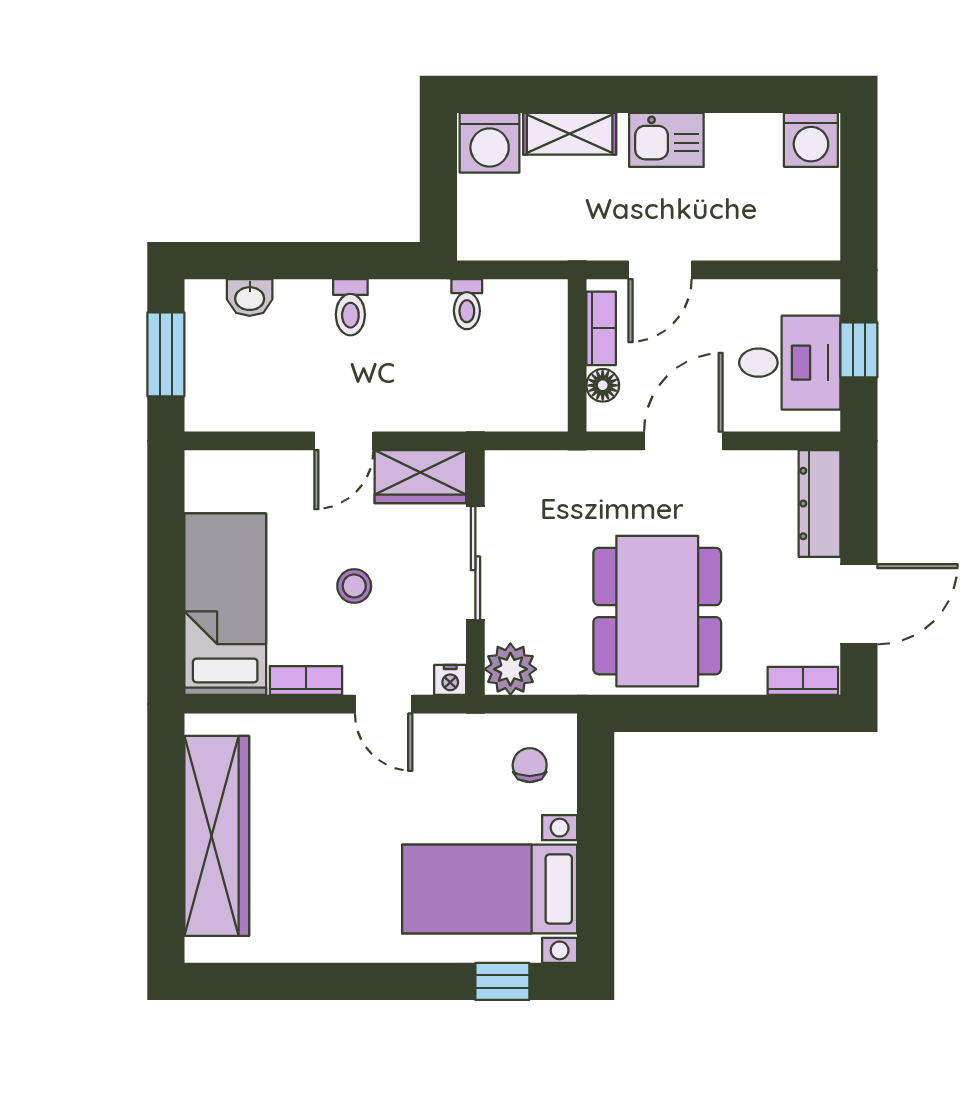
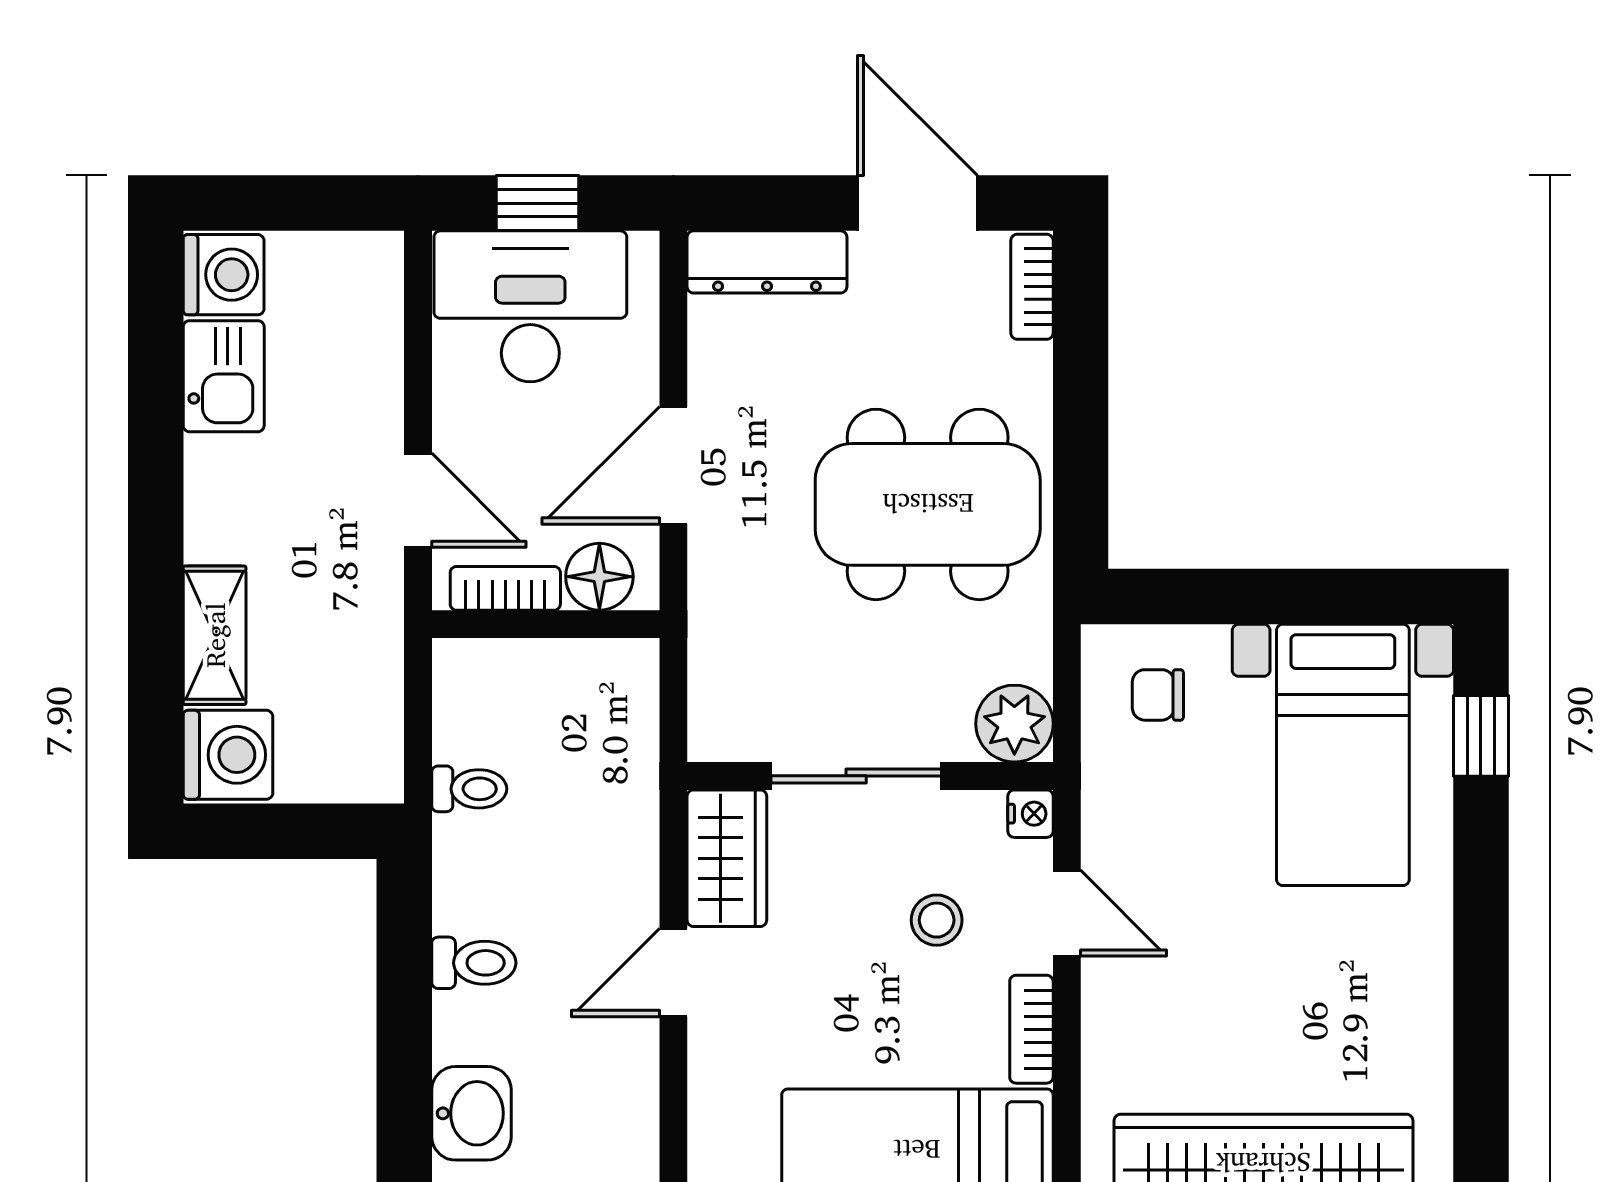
kitchen sink: (666, 140) -> (224, 376), moved
washbasin: (250, 298) -> (471, 1113), width x1.38, depth x1.45
desk: (790, 363) -> (530, 306), width x1.37
floor lamp: (603, 385) -> (599, 577), width x1.37, depth x1.37
door: (344, 441) -> (673, 973), swing flipped
door: (683, 441) -> (673, 465), hinge flipped
stool: (354, 586) -> (937, 920), moved
door: (384, 704) -> (1067, 913), hinge flipped

